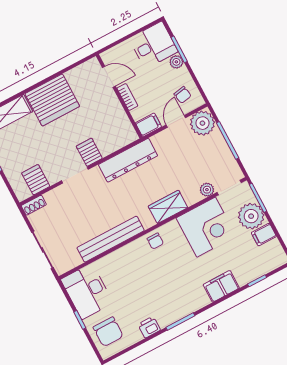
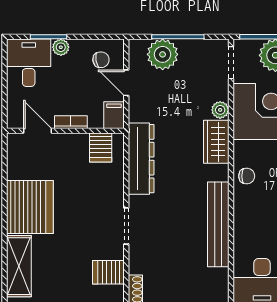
door: (109, 77) -> (37, 131), hinge flipped
plant: (202, 123) -> (163, 54), moved
server rack: (89, 152) -> (101, 148), moved, turned -90
plant: (207, 190) -> (220, 110), moved

